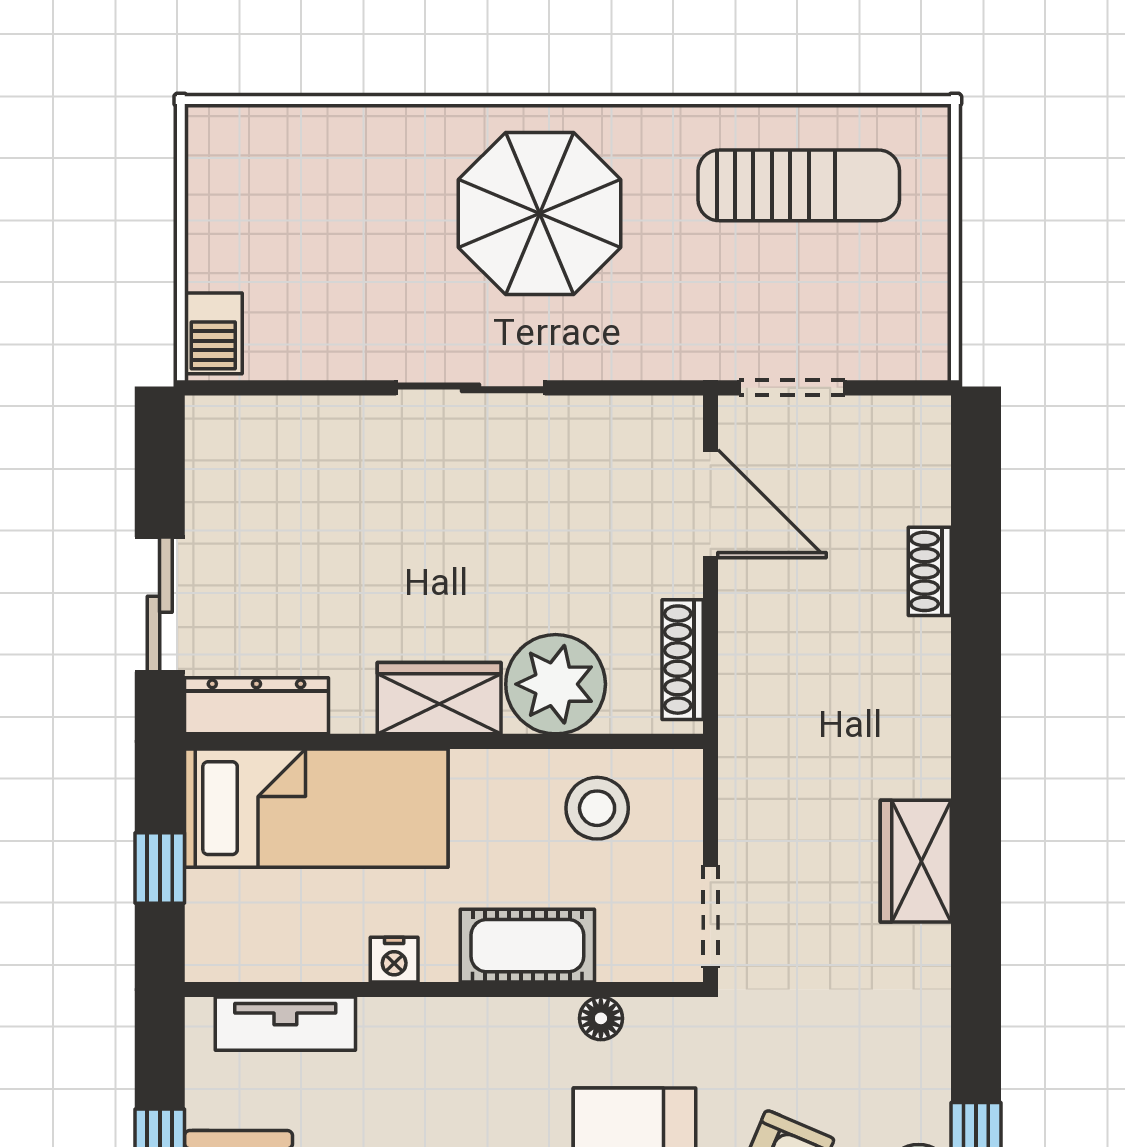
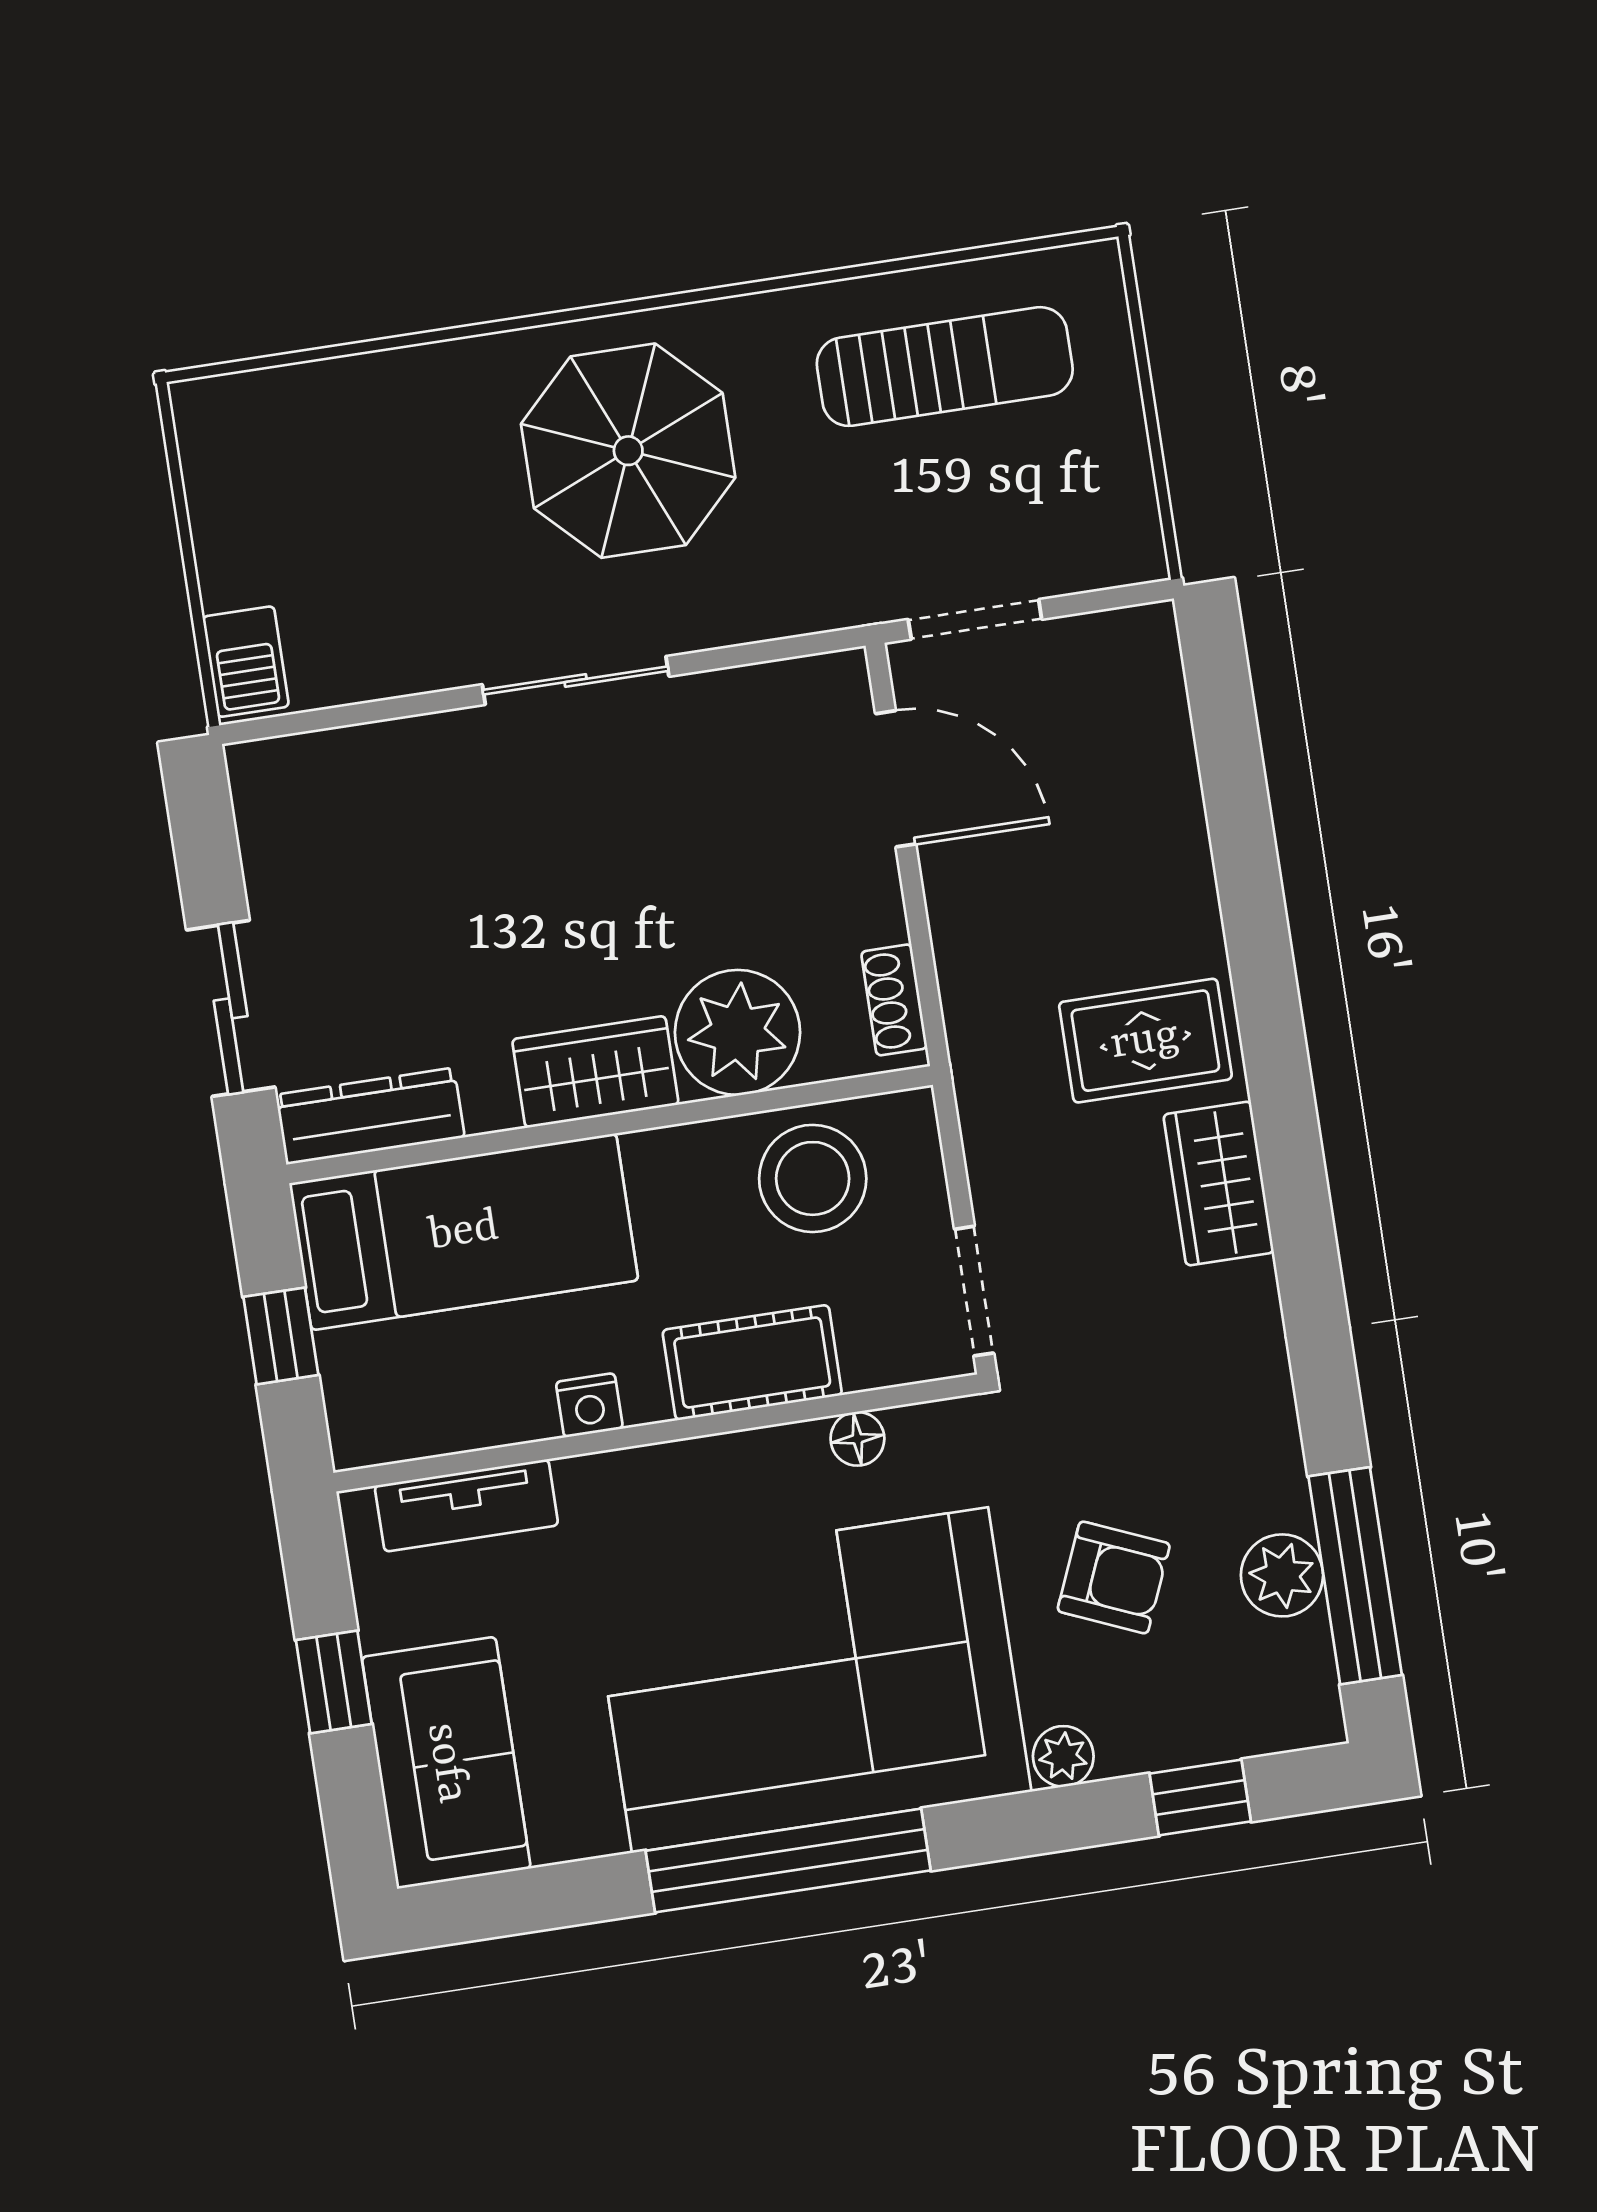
shoe rack: (930, 571) -> (1181, 821), removed
shoe rack: (683, 660) -> (894, 1000), width x0.70
rug: (875, 740) -> (1145, 1041), added
stool: (597, 808) -> (813, 1178), width x1.38, depth x1.38

